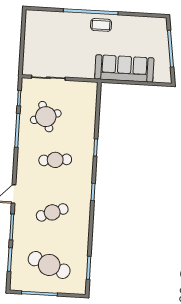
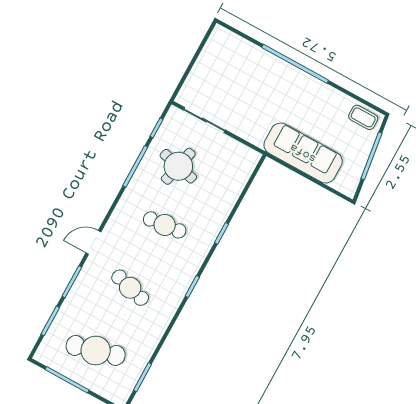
coffee table: (101, 25) -> (363, 117), moved
round table: (46, 117) -> (178, 166), turned 32
cafe table: (52, 212) -> (130, 288), turned 36
cafe table: (49, 265) -> (96, 350), turned -36

